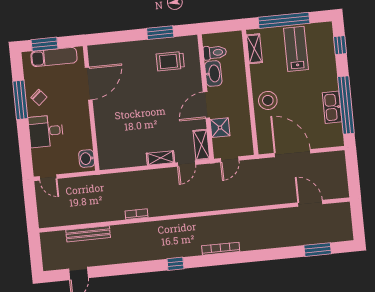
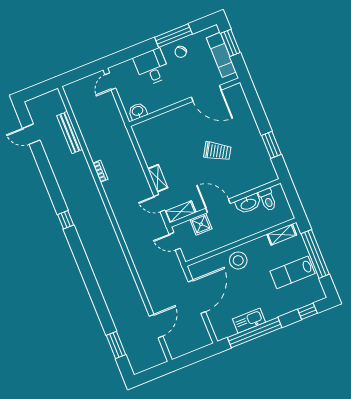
lab bench: (296, 49) -> (292, 272), turned 180
trolley: (170, 61) -> (217, 151), moved, turned 121
bookcase: (221, 249) -> (91, 257), removed

